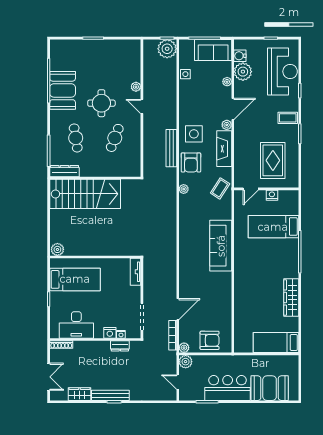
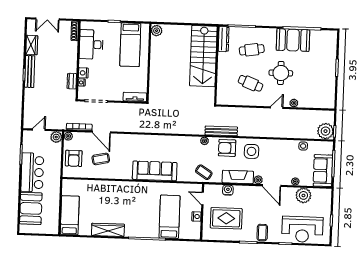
water cooler: (240, 56) -> (228, 190), moved
bench: (171, 148) -> (221, 131), moved
coffee table: (209, 309) -> (101, 159), added

